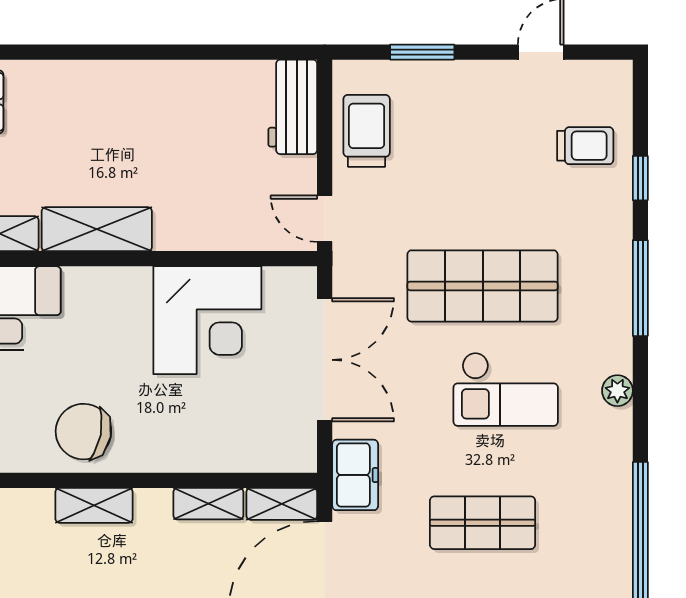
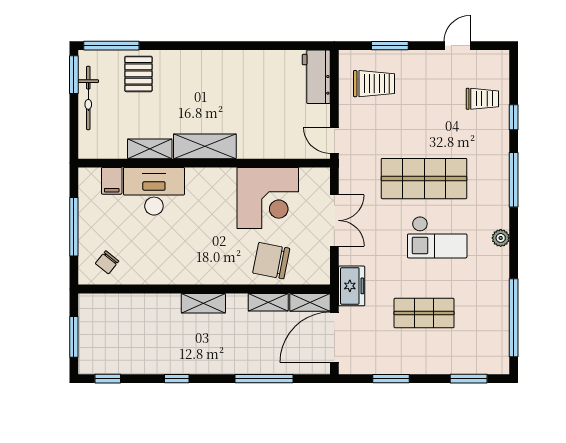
trolley: (367, 131) -> (374, 84), moved, turned 90
double door: (325, 360) -> (334, 220), width x0.73
chair: (83, 432) -> (271, 261), moved

